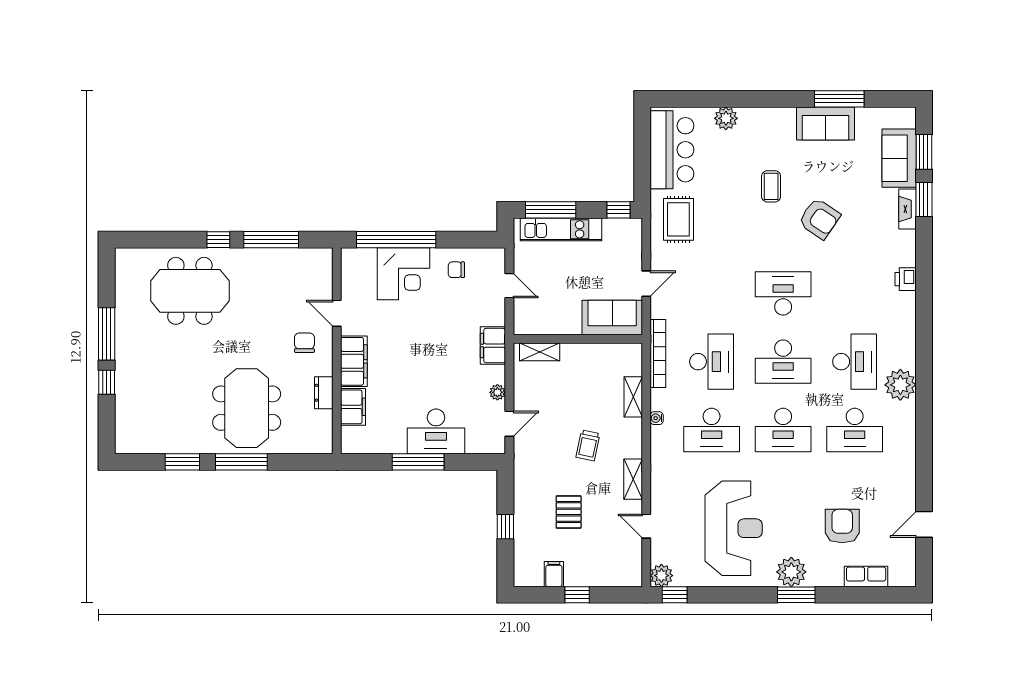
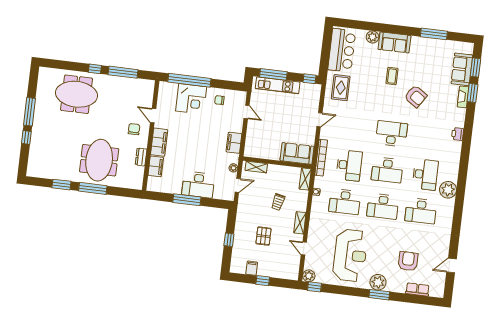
sofa: (825, 123) -> (394, 42), moved
sofa: (612, 318) -> (297, 153), moved
wall: (578, 339) -> (277, 163), moved
shelving: (540, 352) -> (256, 167), moved

